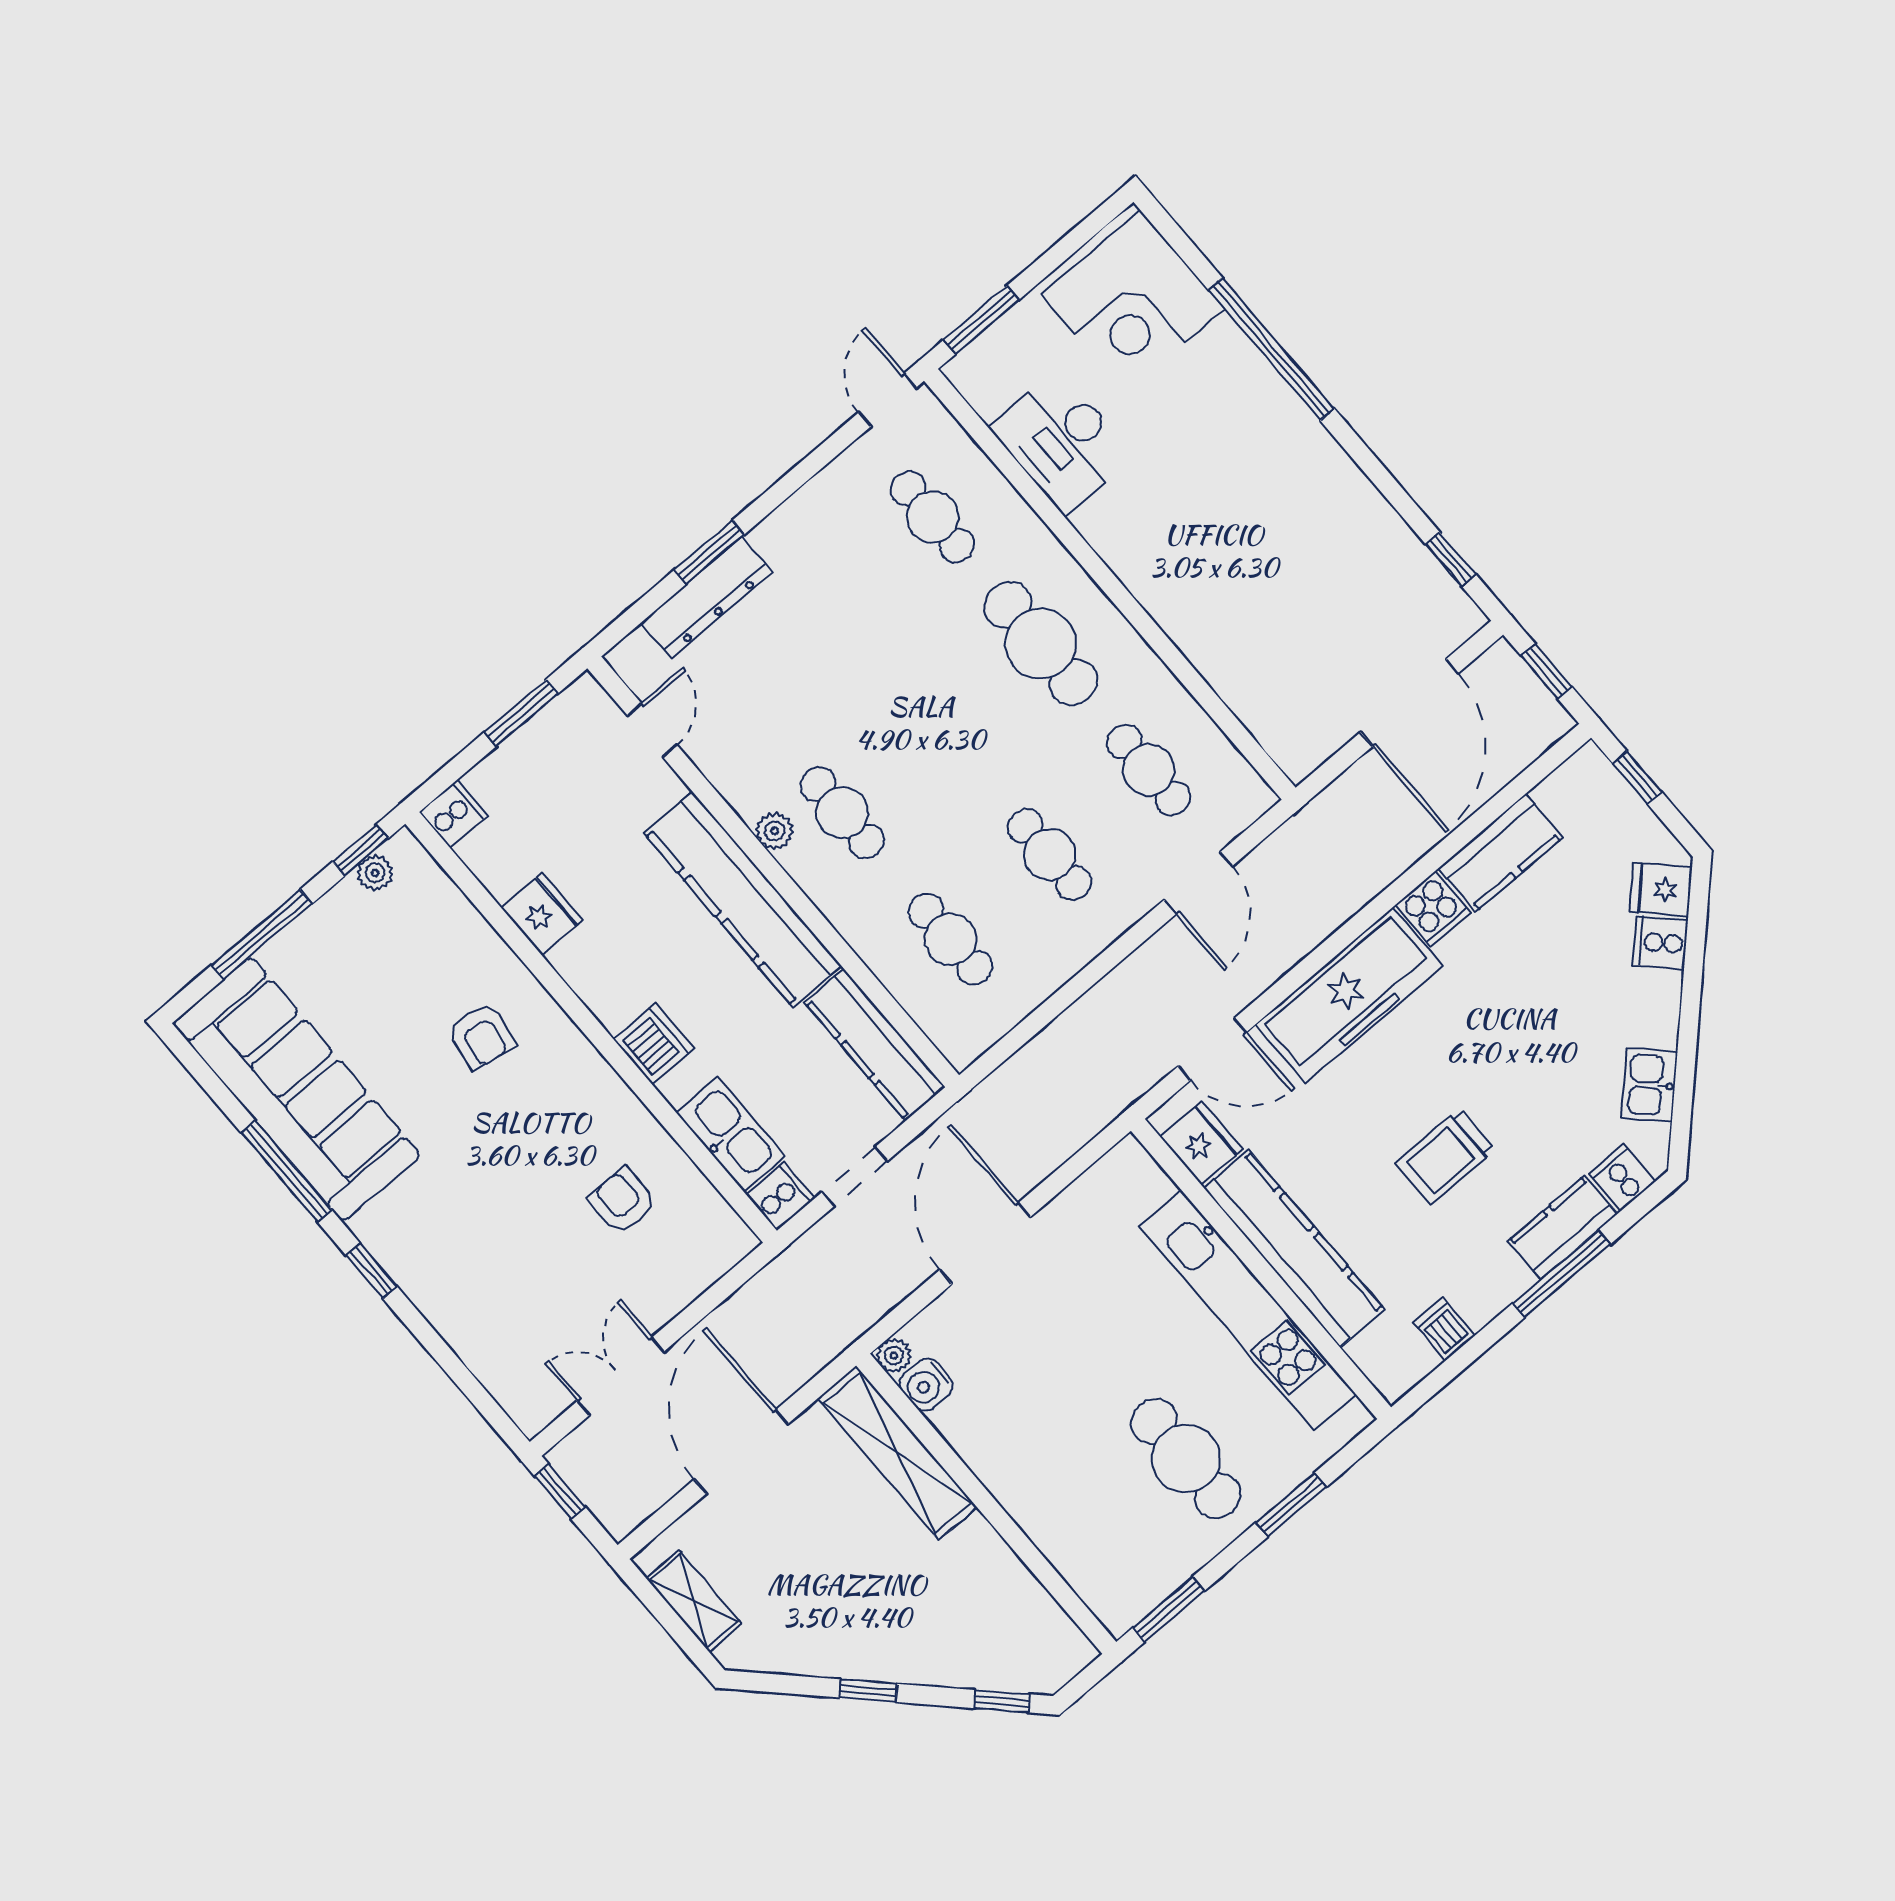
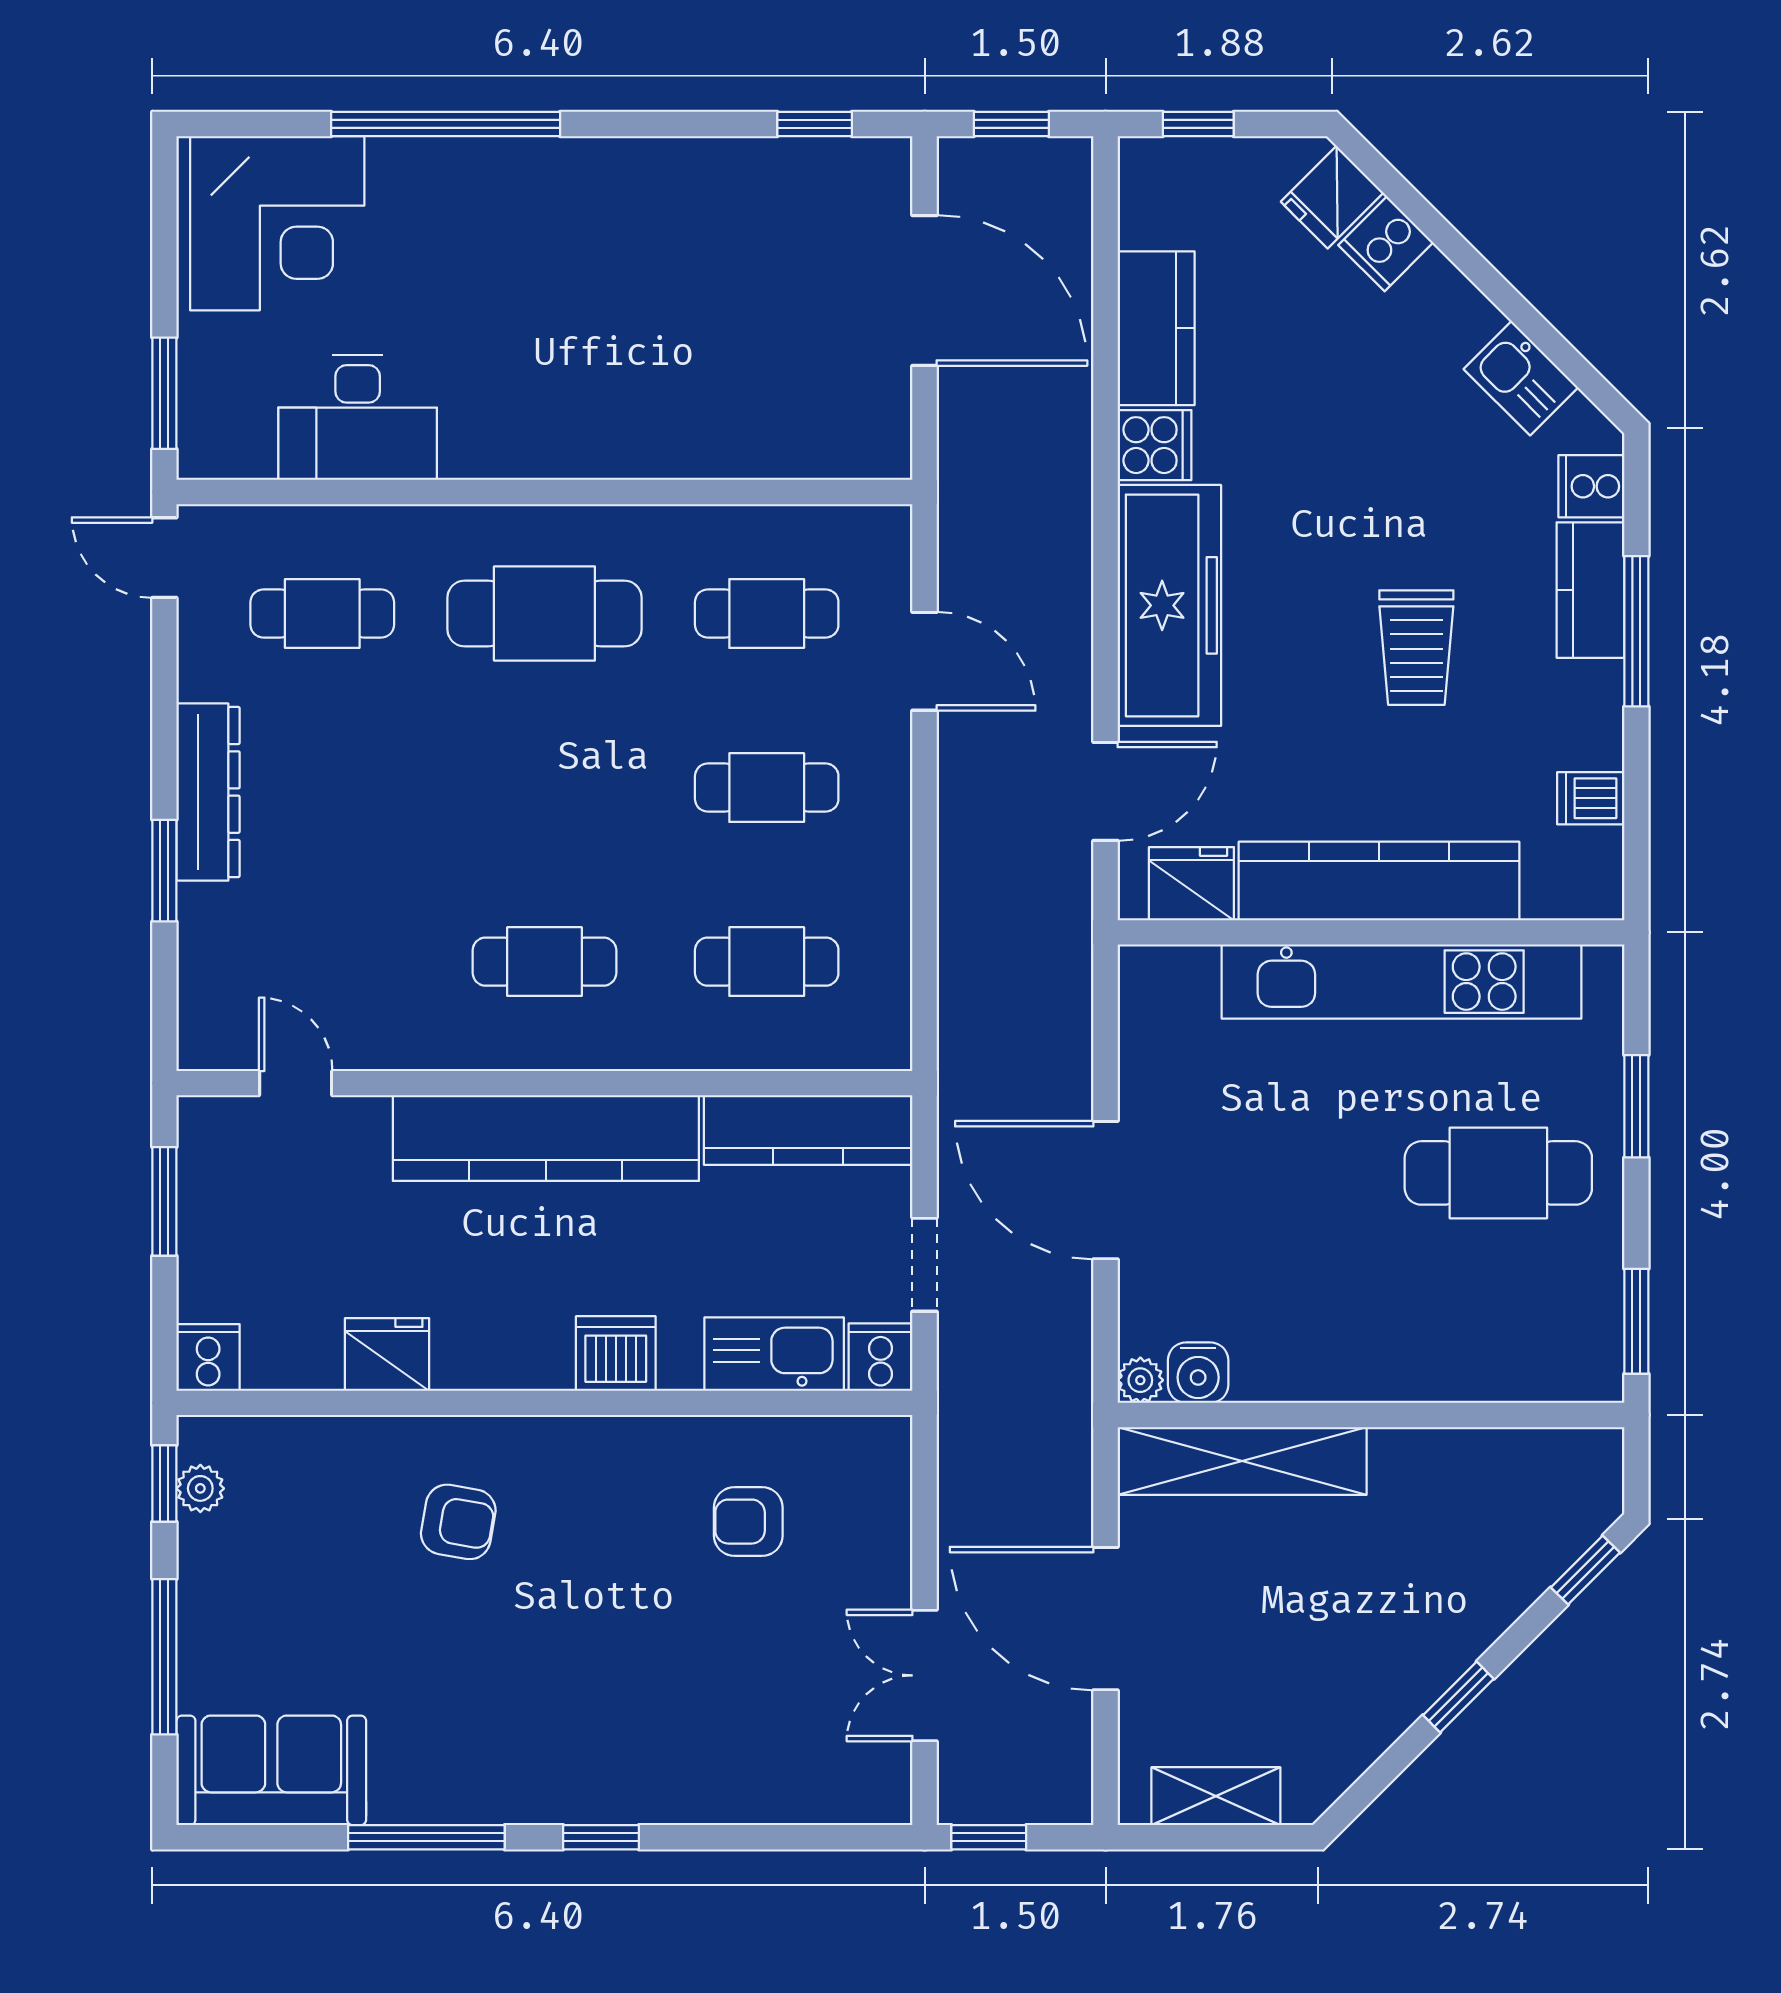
dresser: (706, 598) -> (208, 792), moved
plant: (774, 831) -> (504, 1046), removed
sofa: (297, 1089) -> (271, 1770), width x0.54, depth x0.79

